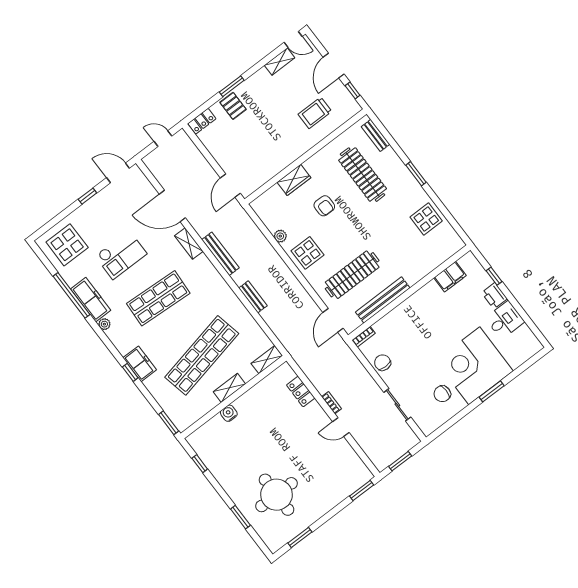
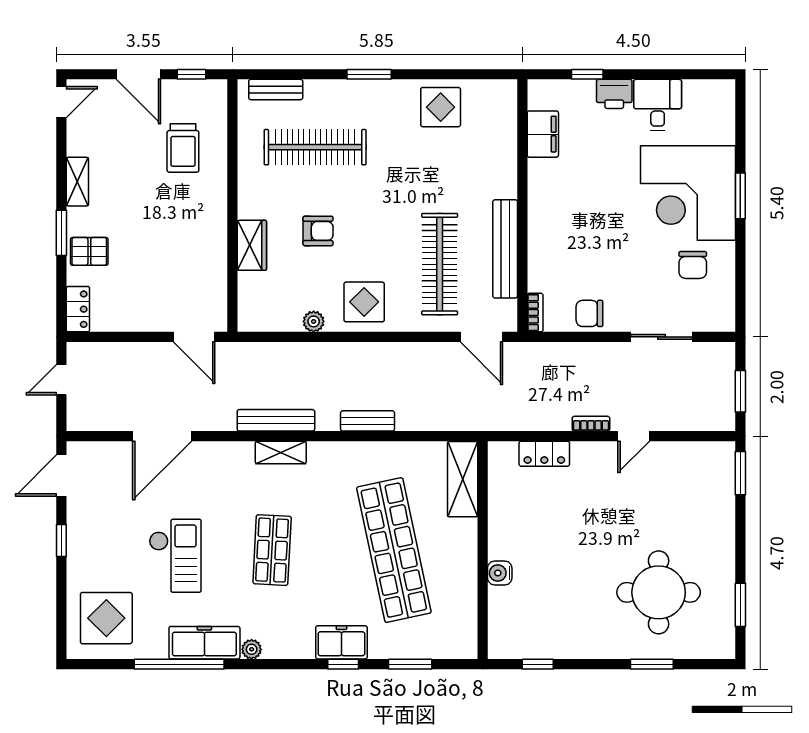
shelving: (280, 62) -> (77, 182), moved
shelving: (189, 244) -> (281, 452), moved
shop shelf: (158, 298) -> (272, 550), width x0.70, depth x0.74
shelving: (267, 360) -> (463, 479), width x1.50, depth x1.33
shelving: (229, 388) -> (466, 546), removed
window: (169, 423) -> (410, 664), moved

